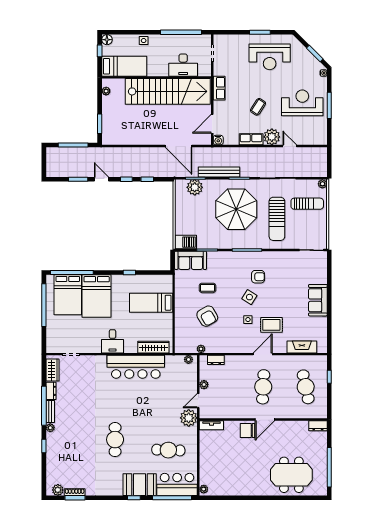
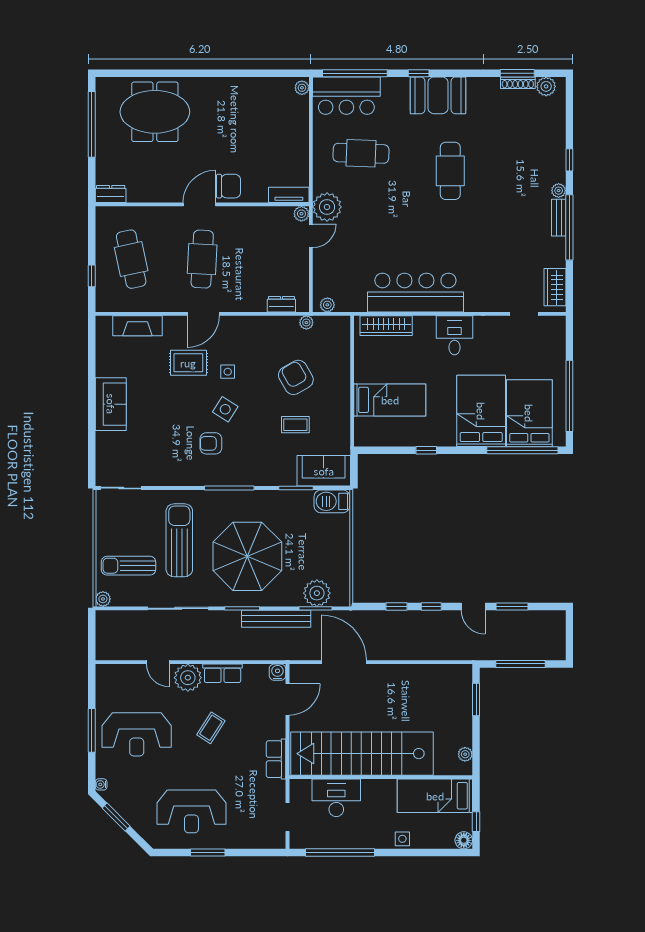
reception desk: (270, 57) -> (191, 811), turned 180
plant: (204, 385) -> (301, 214), moved
dresser: (51, 391) -> (558, 252), removed
booth: (140, 485) -> (438, 95), moved

